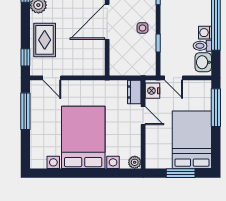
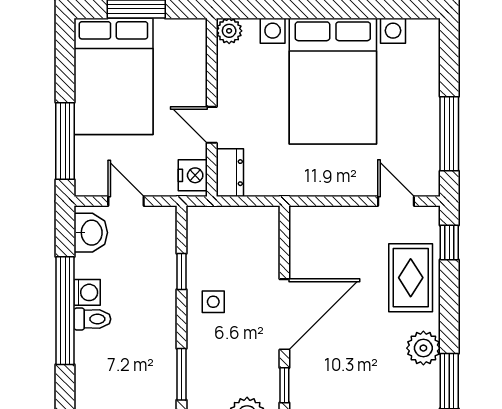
toilet: (202, 46) -> (92, 319), moved
door: (174, 78) -> (126, 201), moved

